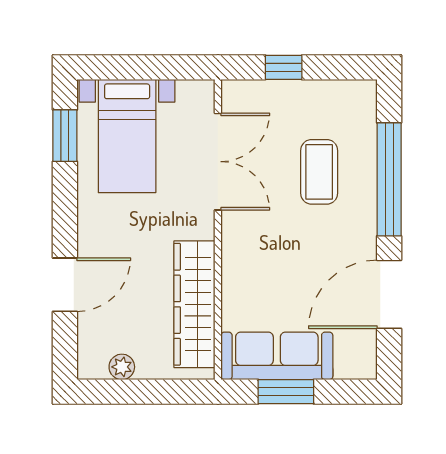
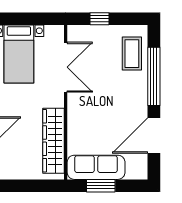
coffee table: (319, 172) -> (132, 54), moved
plant: (122, 367) -> (16, 173), removed

